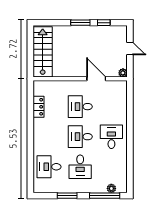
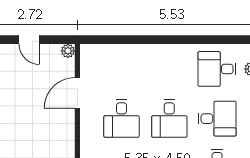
door: (130, 48) -> (29, 40), swing flipped
desk: (111, 137) -> (217, 69), moved

